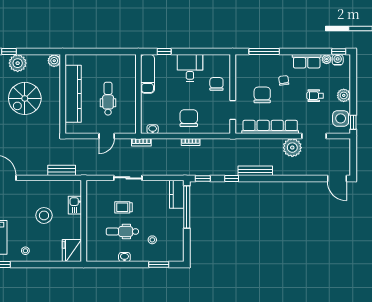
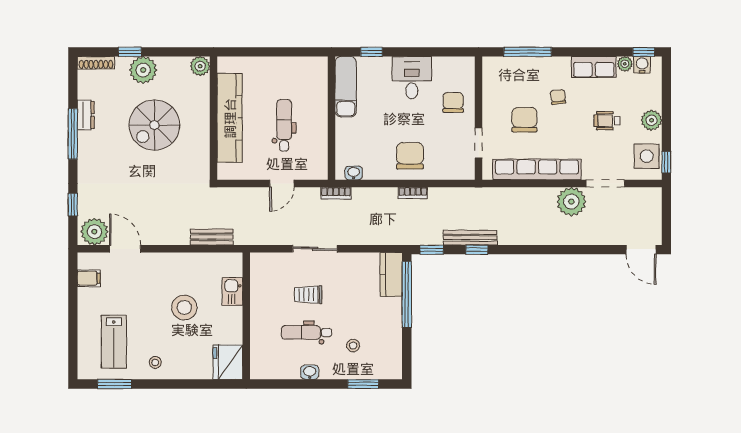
bench: (255, 171) -> (470, 238), moved

